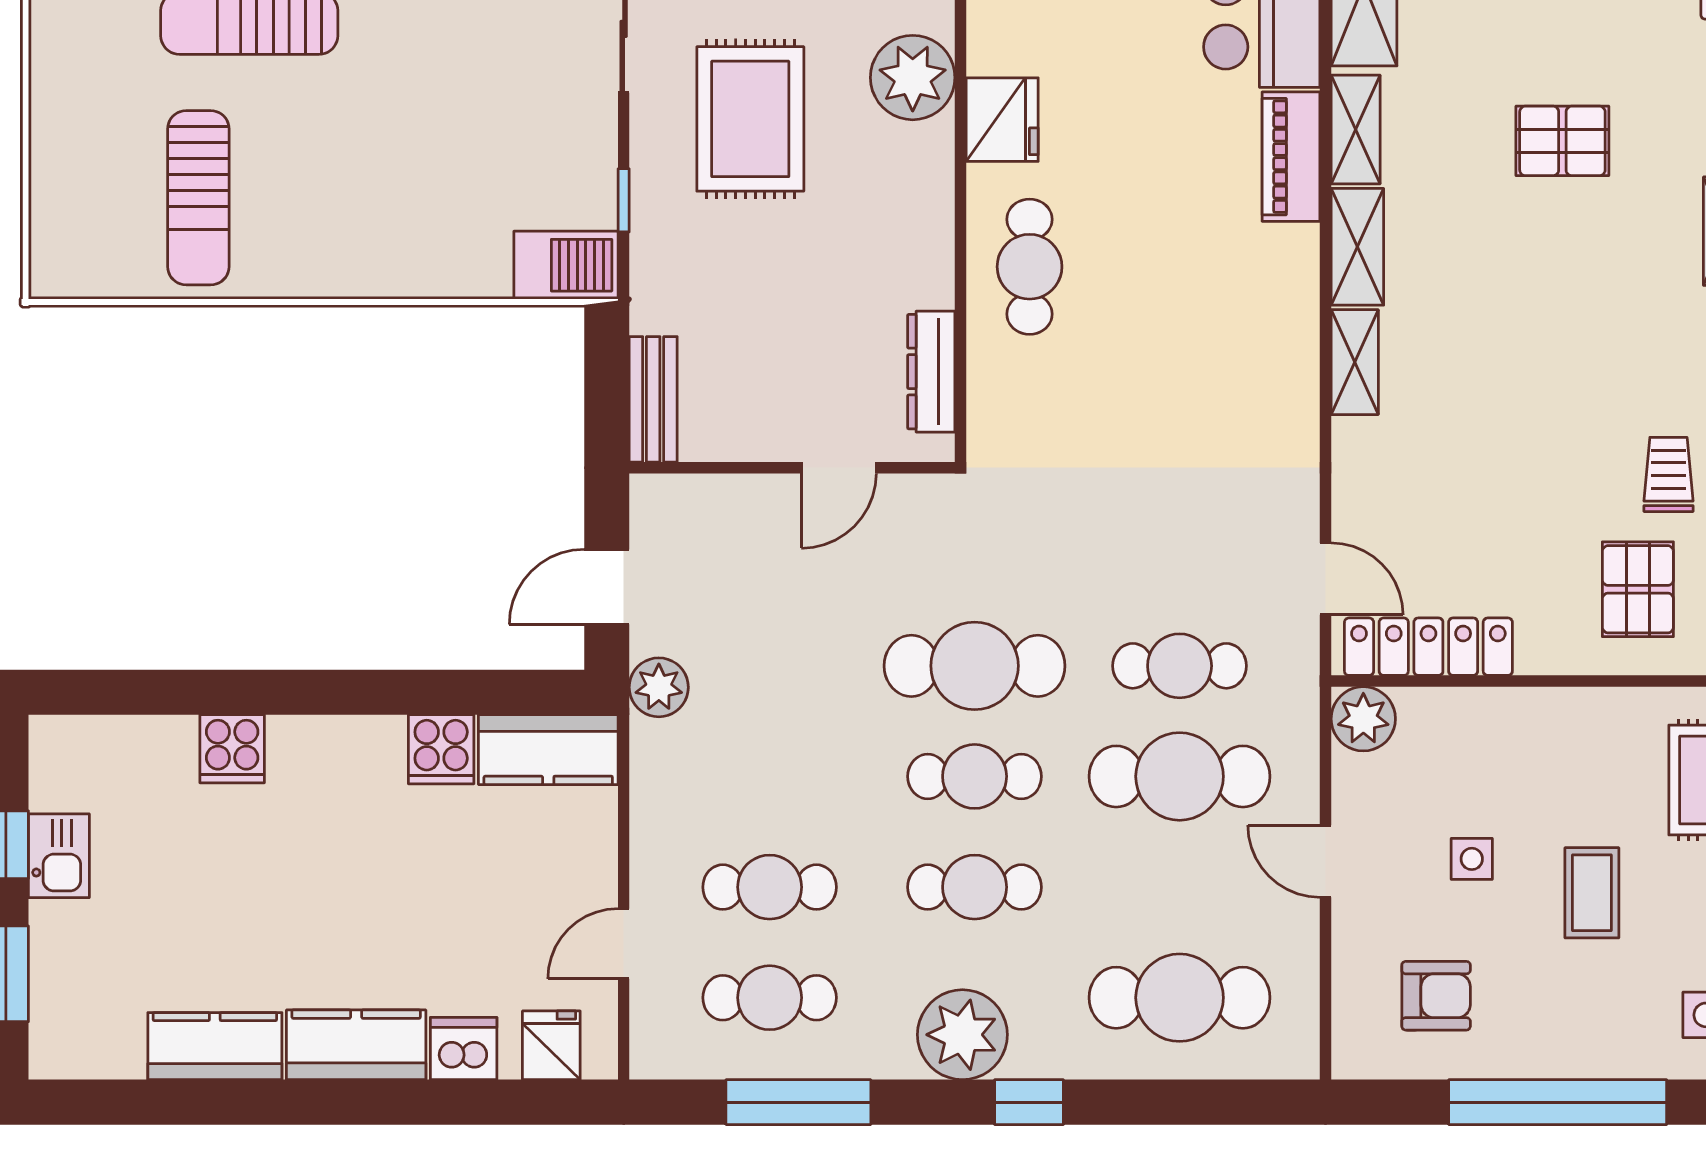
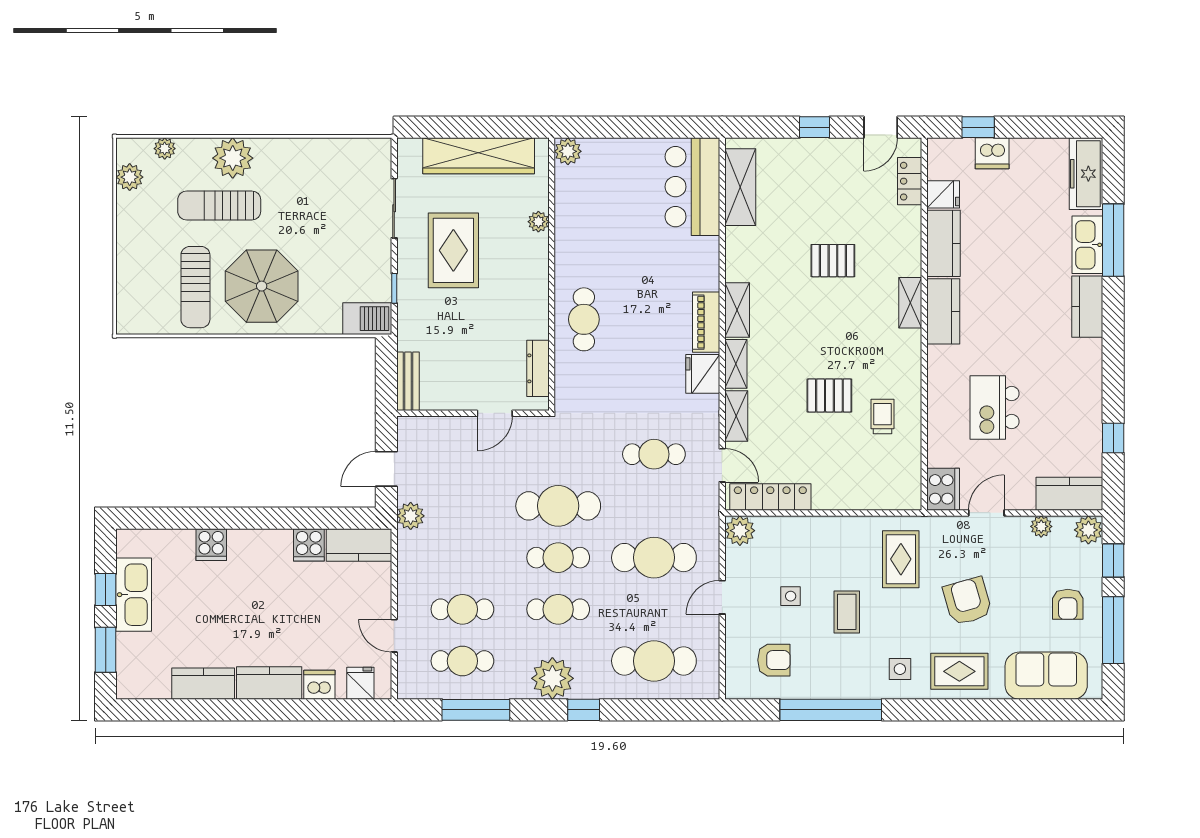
plant: (913, 78) -> (538, 222), width x0.53, depth x0.53
fridge: (1002, 120) -> (703, 374), moved, turned 180
shelving: (1356, 129) -> (736, 416), moved
piano: (1291, 157) -> (706, 322), moved
parasol: (340, 195) -> (262, 286), added
pallet: (1638, 589) -> (829, 395), moved, turned 90
cafe table: (1180, 666) -> (654, 454), moved
kitchen sink: (59, 856) -> (134, 595), width x1.88, depth x1.24
door: (1326, 861) -> (722, 597), hinge flipped
door: (624, 944) -> (394, 636), hinge flipped

